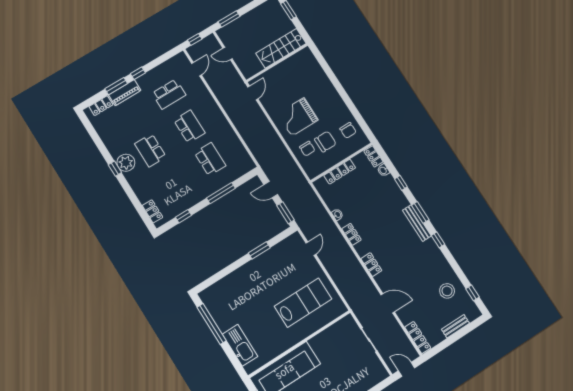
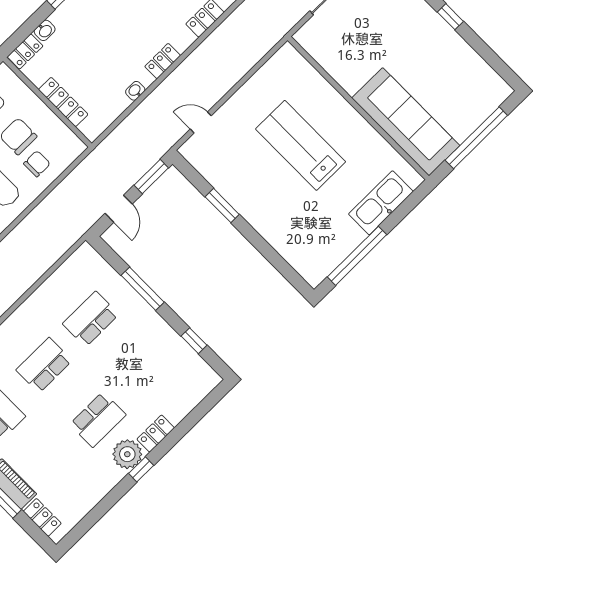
locker: (152, 211) -> (156, 434), moved
lab bench: (303, 303) -> (301, 145), moved

